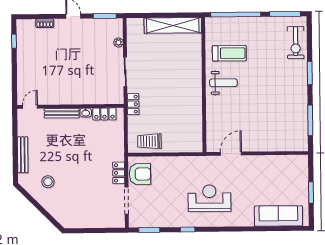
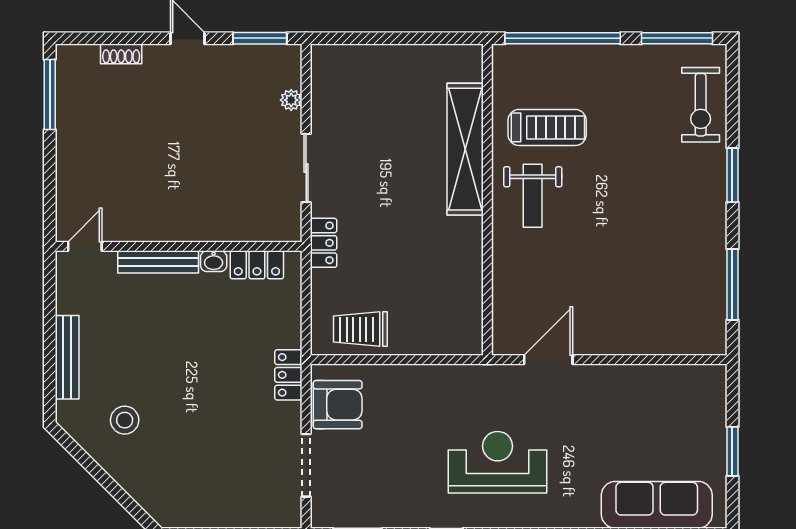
shelving: (173, 25) -> (465, 149), moved, turned 90
window: (14, 41) -> (50, 95), width x2.17
weight bench: (223, 83) -> (533, 196), turned 90
locker: (119, 173) -> (288, 375), moved

